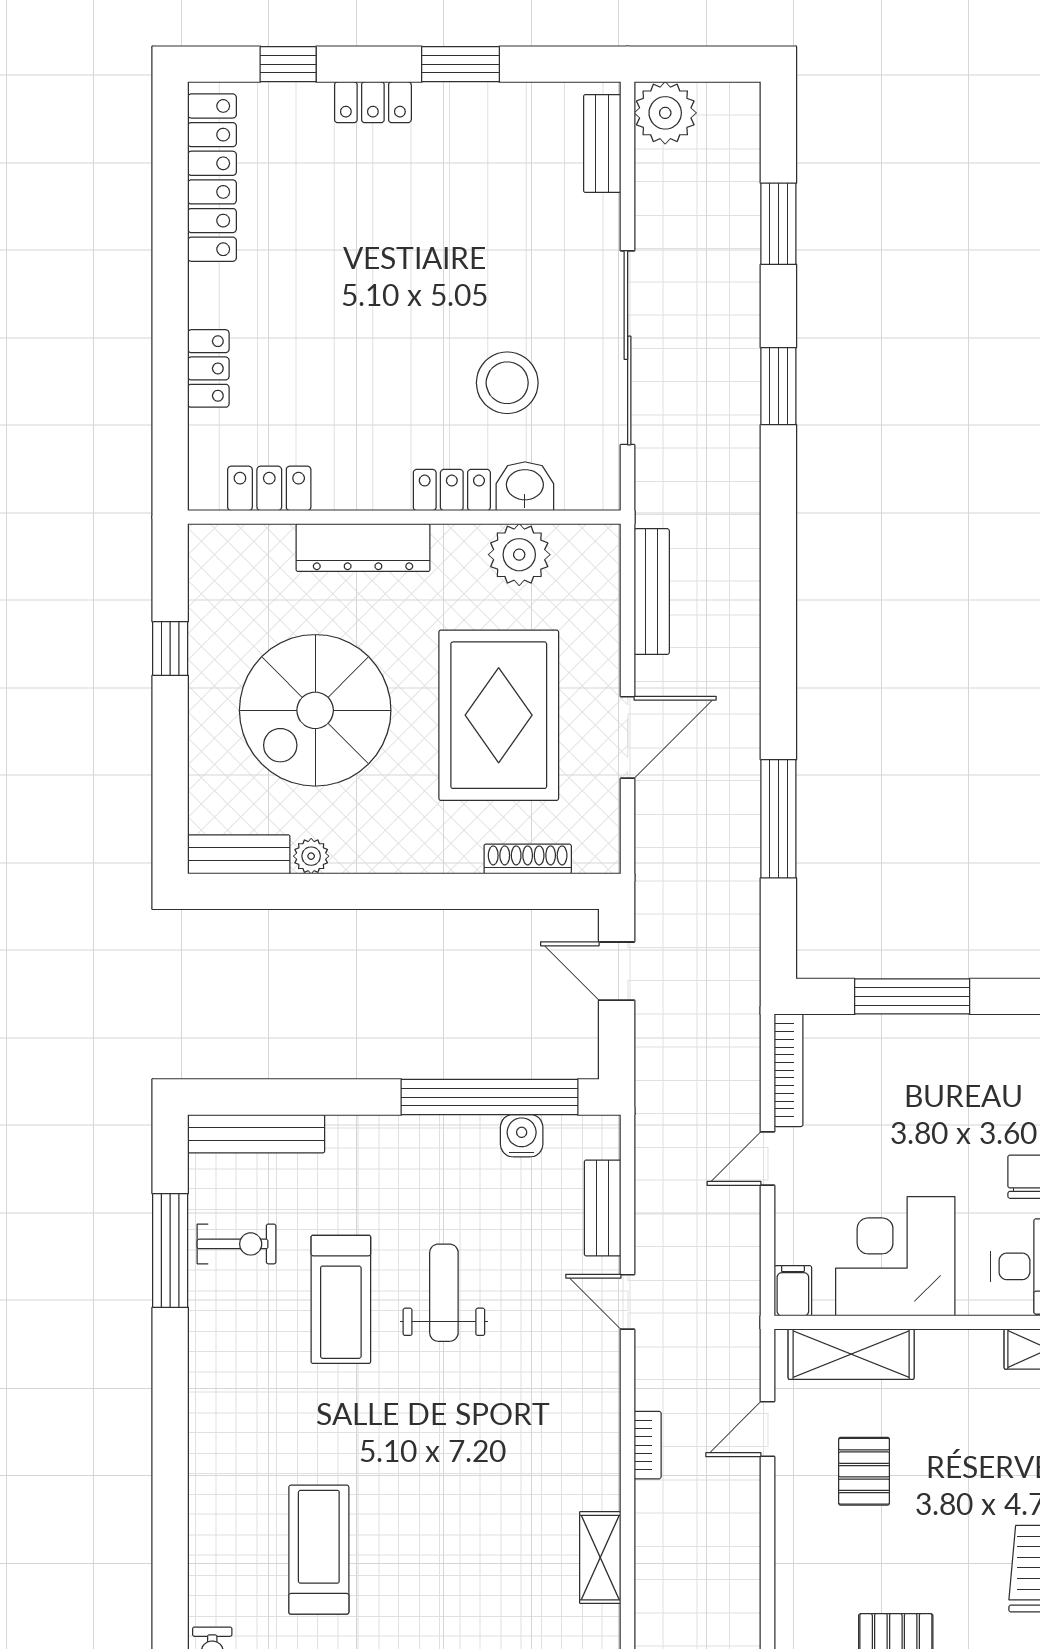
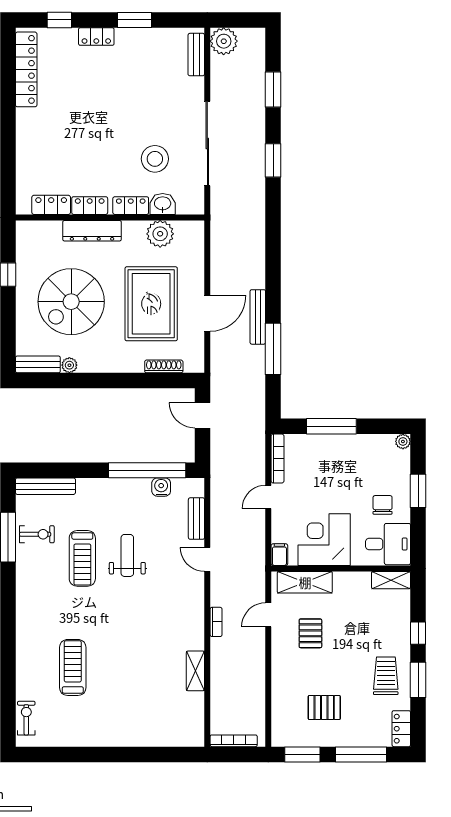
locker: (208, 368) -> (90, 206), moved, turned -90
bench: (652, 592) -> (258, 317), moved

